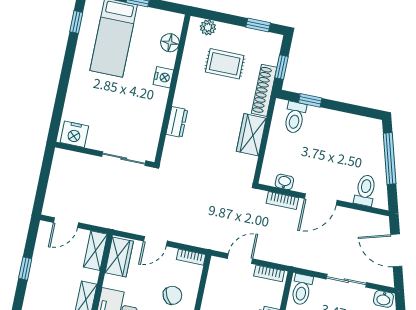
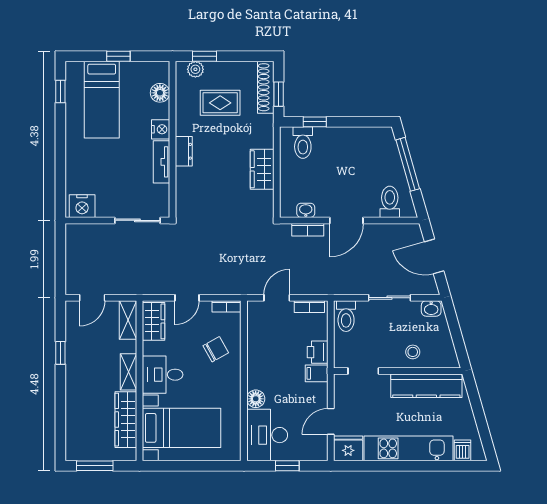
window: (258, 25) -> (204, 56), moved
shoe rack: (264, 90) -> (266, 87), moved
tv unit: (158, 108) -> (161, 162), added
dresser: (177, 122) -> (184, 151), moved

